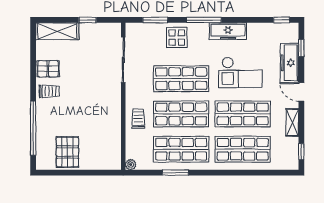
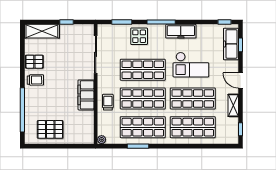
freezer: (289, 63) -> (231, 44), moved
filing cabinet: (112, 110) -> (86, 95), added
pallet: (67, 152) -> (50, 129), turned 90

